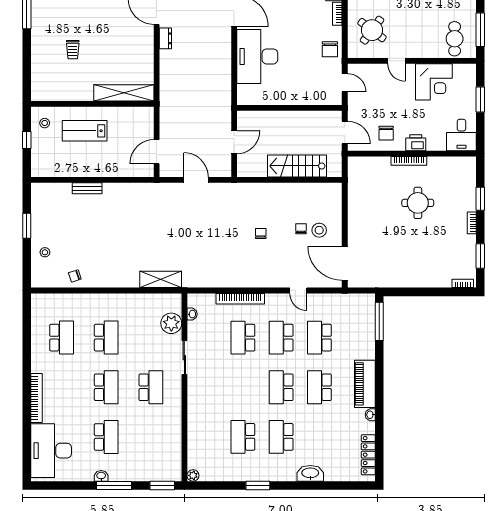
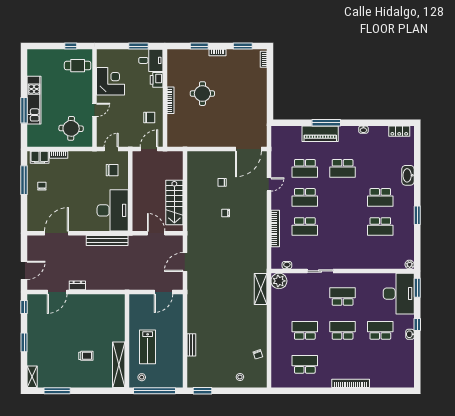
round table: (372, 30) -> (71, 128), turned -35
window: (480, 30) -> (71, 46), width x0.46
chair: (330, 49) -> (112, 170), moved
desk: (257, 56) -> (113, 210), moved, turned -90
bench: (225, 78) -> (107, 240), added
shelving: (124, 93) -> (119, 365), moved
window: (480, 100) -> (139, 46), moved
window: (27, 140) -> (155, 391), width x3.17
printer: (416, 143) -> (157, 80), moved
door: (157, 152) -> (164, 292), hinge flipped
stairs: (297, 166) -> (174, 203), moved
window: (27, 226) -> (203, 391), moved
stool: (319, 230) -> (223, 169), removed
window: (379, 321) -> (326, 123), moved
plant: (171, 323) -> (279, 281), moved
piano: (365, 384) -> (320, 134), moved
school desk: (281, 387) -> (343, 197), removed
desk: (51, 451) -> (399, 294), moved, turned -90
locker: (368, 455) -> (399, 131), width x0.66
window: (114, 485) -> (417, 324), width x0.46

